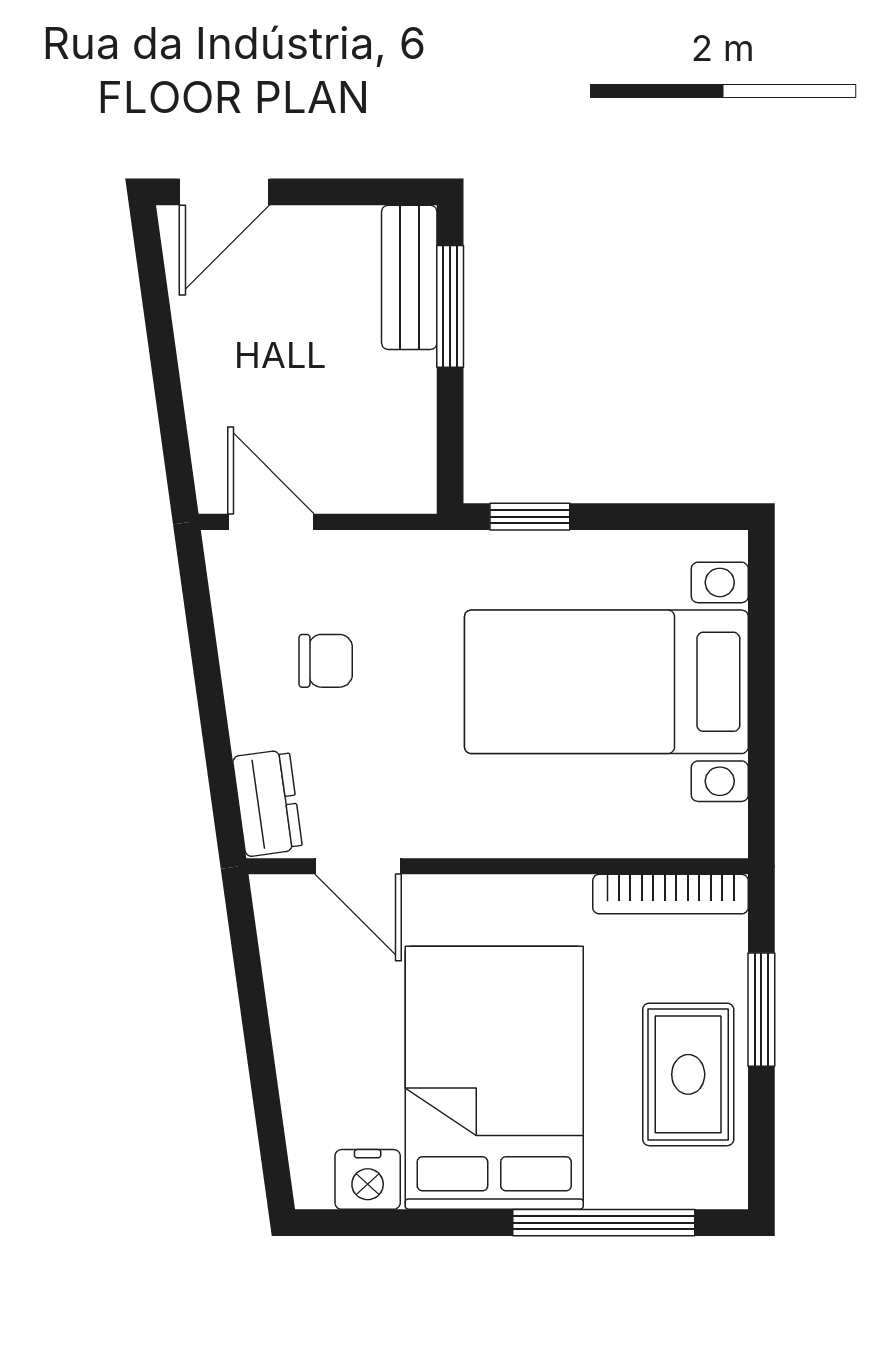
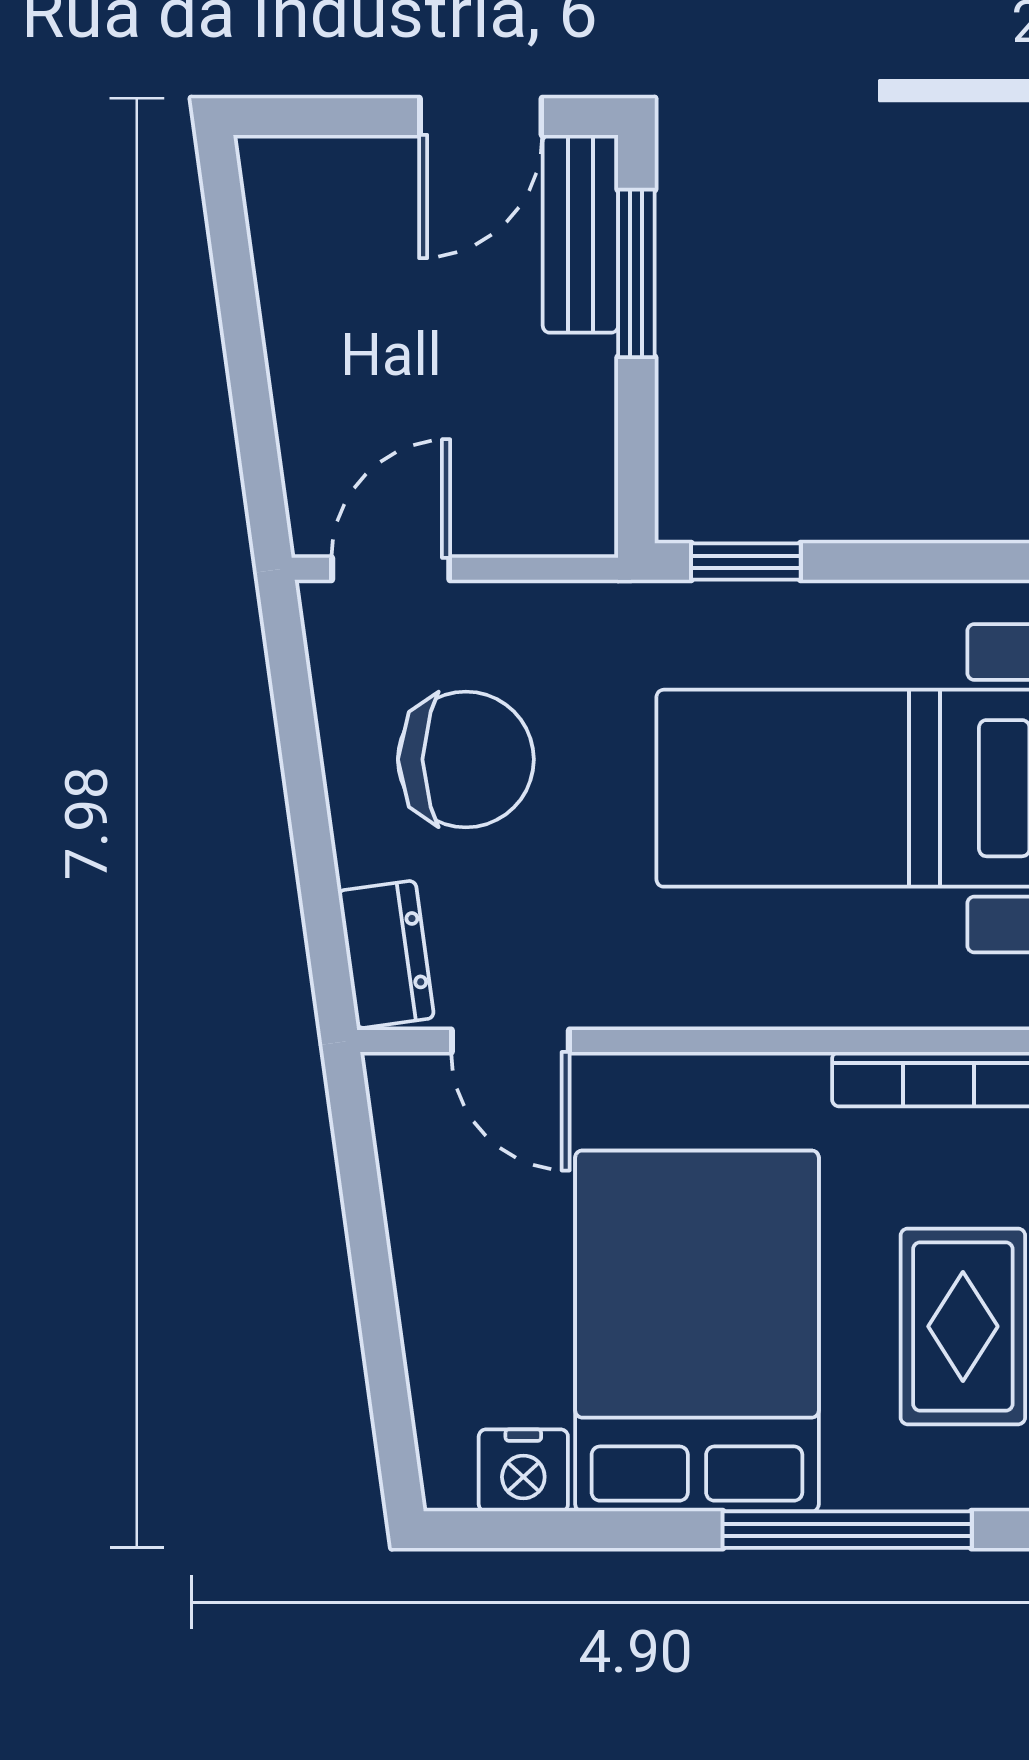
door: (224, 192) -> (481, 117), moved
door: (271, 522) -> (391, 569), hinge flipped
chair: (326, 661) -> (466, 759), width x1.87, depth x1.87

